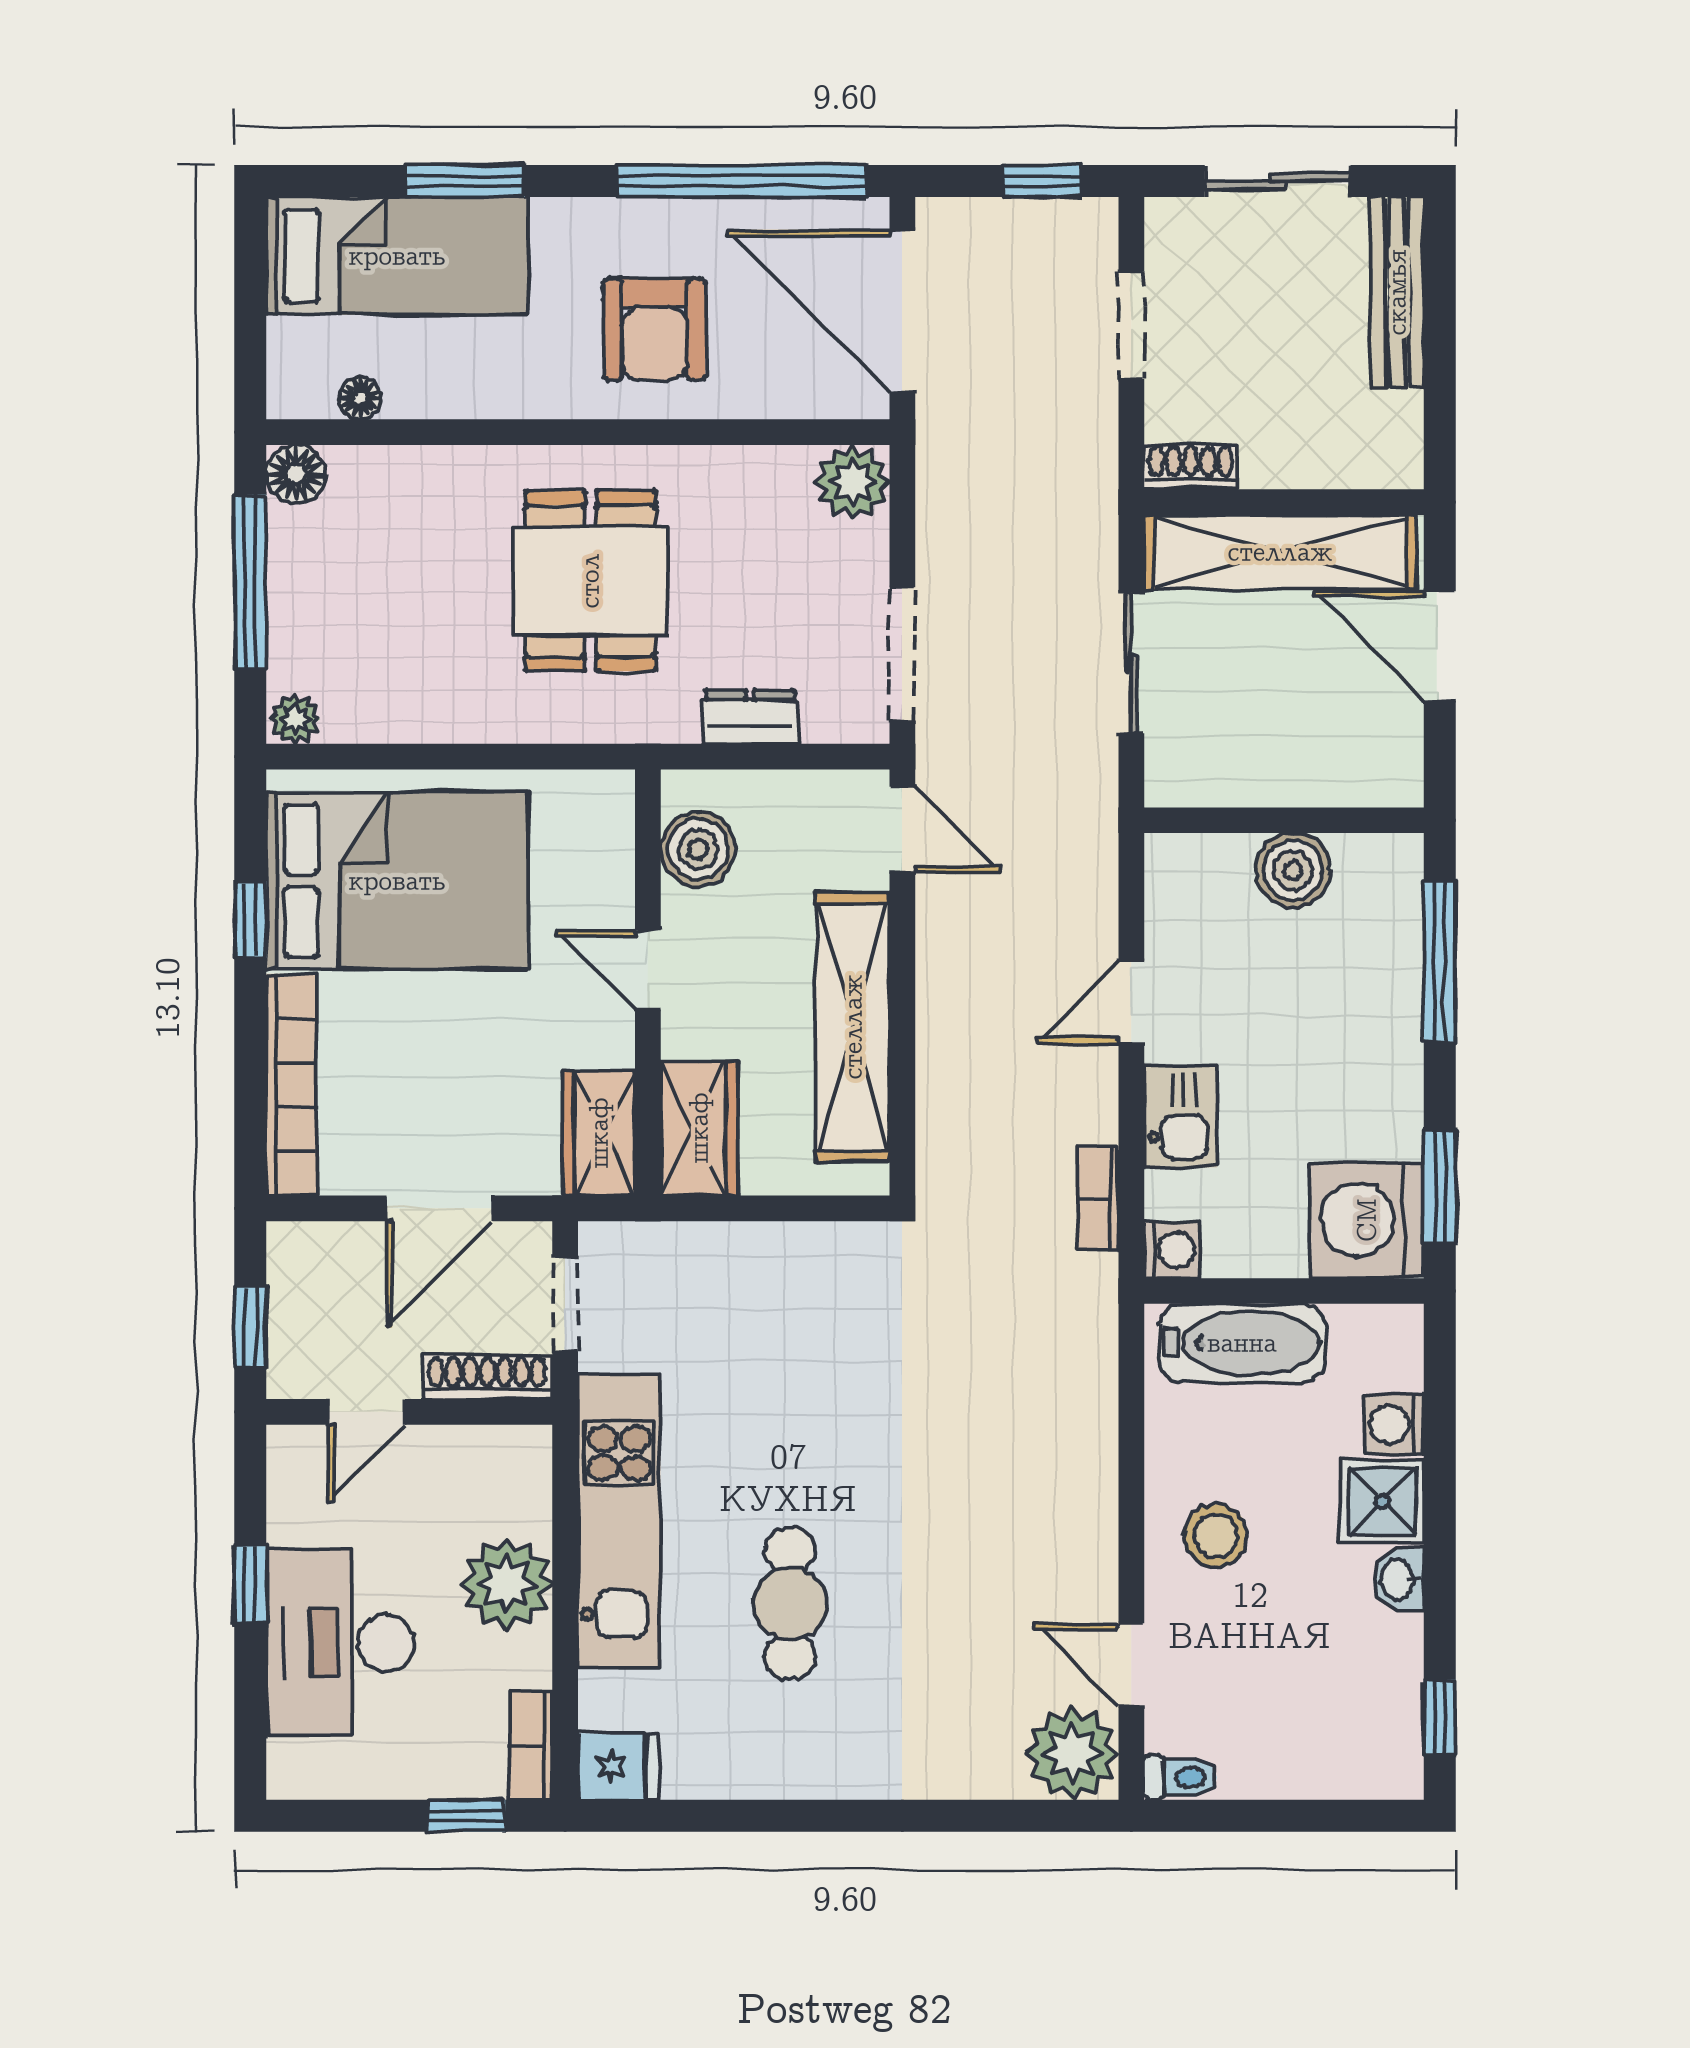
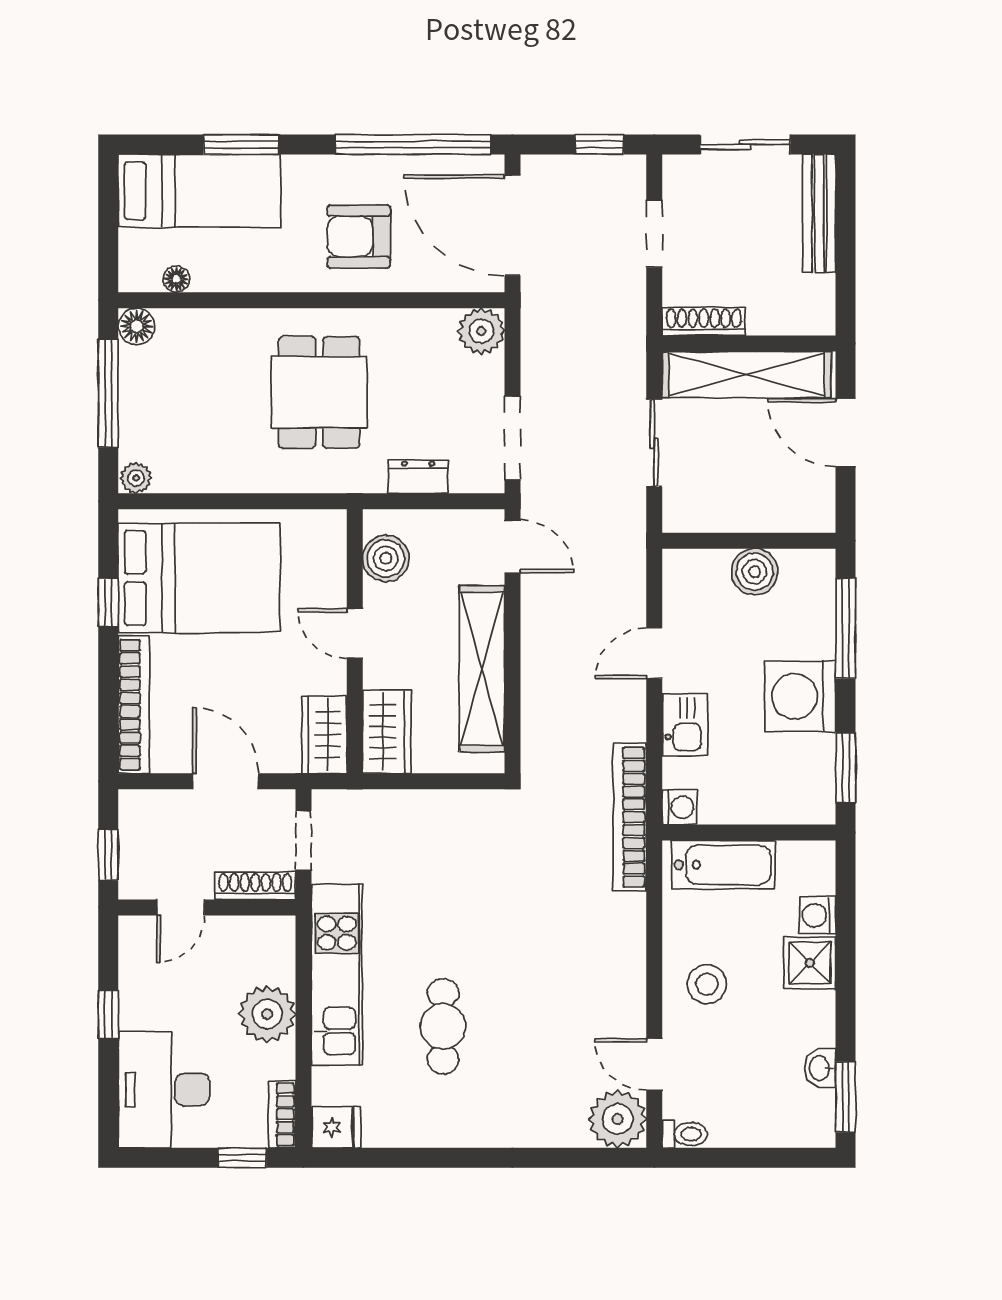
armchair: (654, 329) -> (359, 236), turned 90
shoe rack: (1191, 467) -> (704, 322), width x1.43
bookcase: (1098, 1199) -> (630, 817), width x2.31, depth x1.31
door: (440, 1208) -> (226, 781), swing flipped
washing machine: (1367, 1220) -> (800, 696), moved
washbasin: (1399, 1580) -> (820, 1068), moved
desk: (340, 1643) -> (164, 1090), moved
window: (1440, 1718) -> (846, 1097), width x1.50

